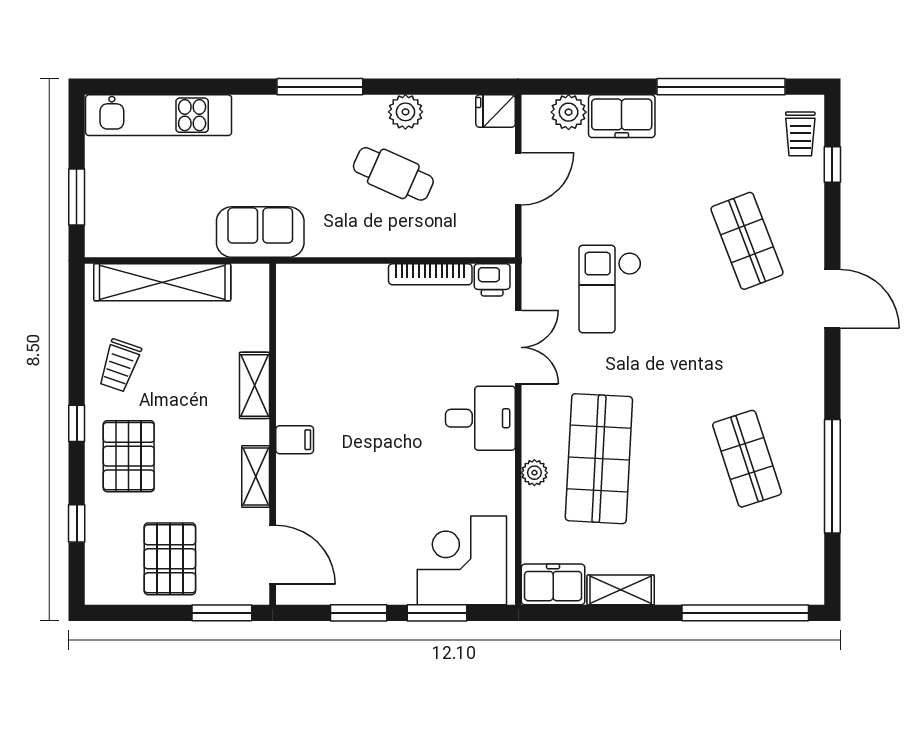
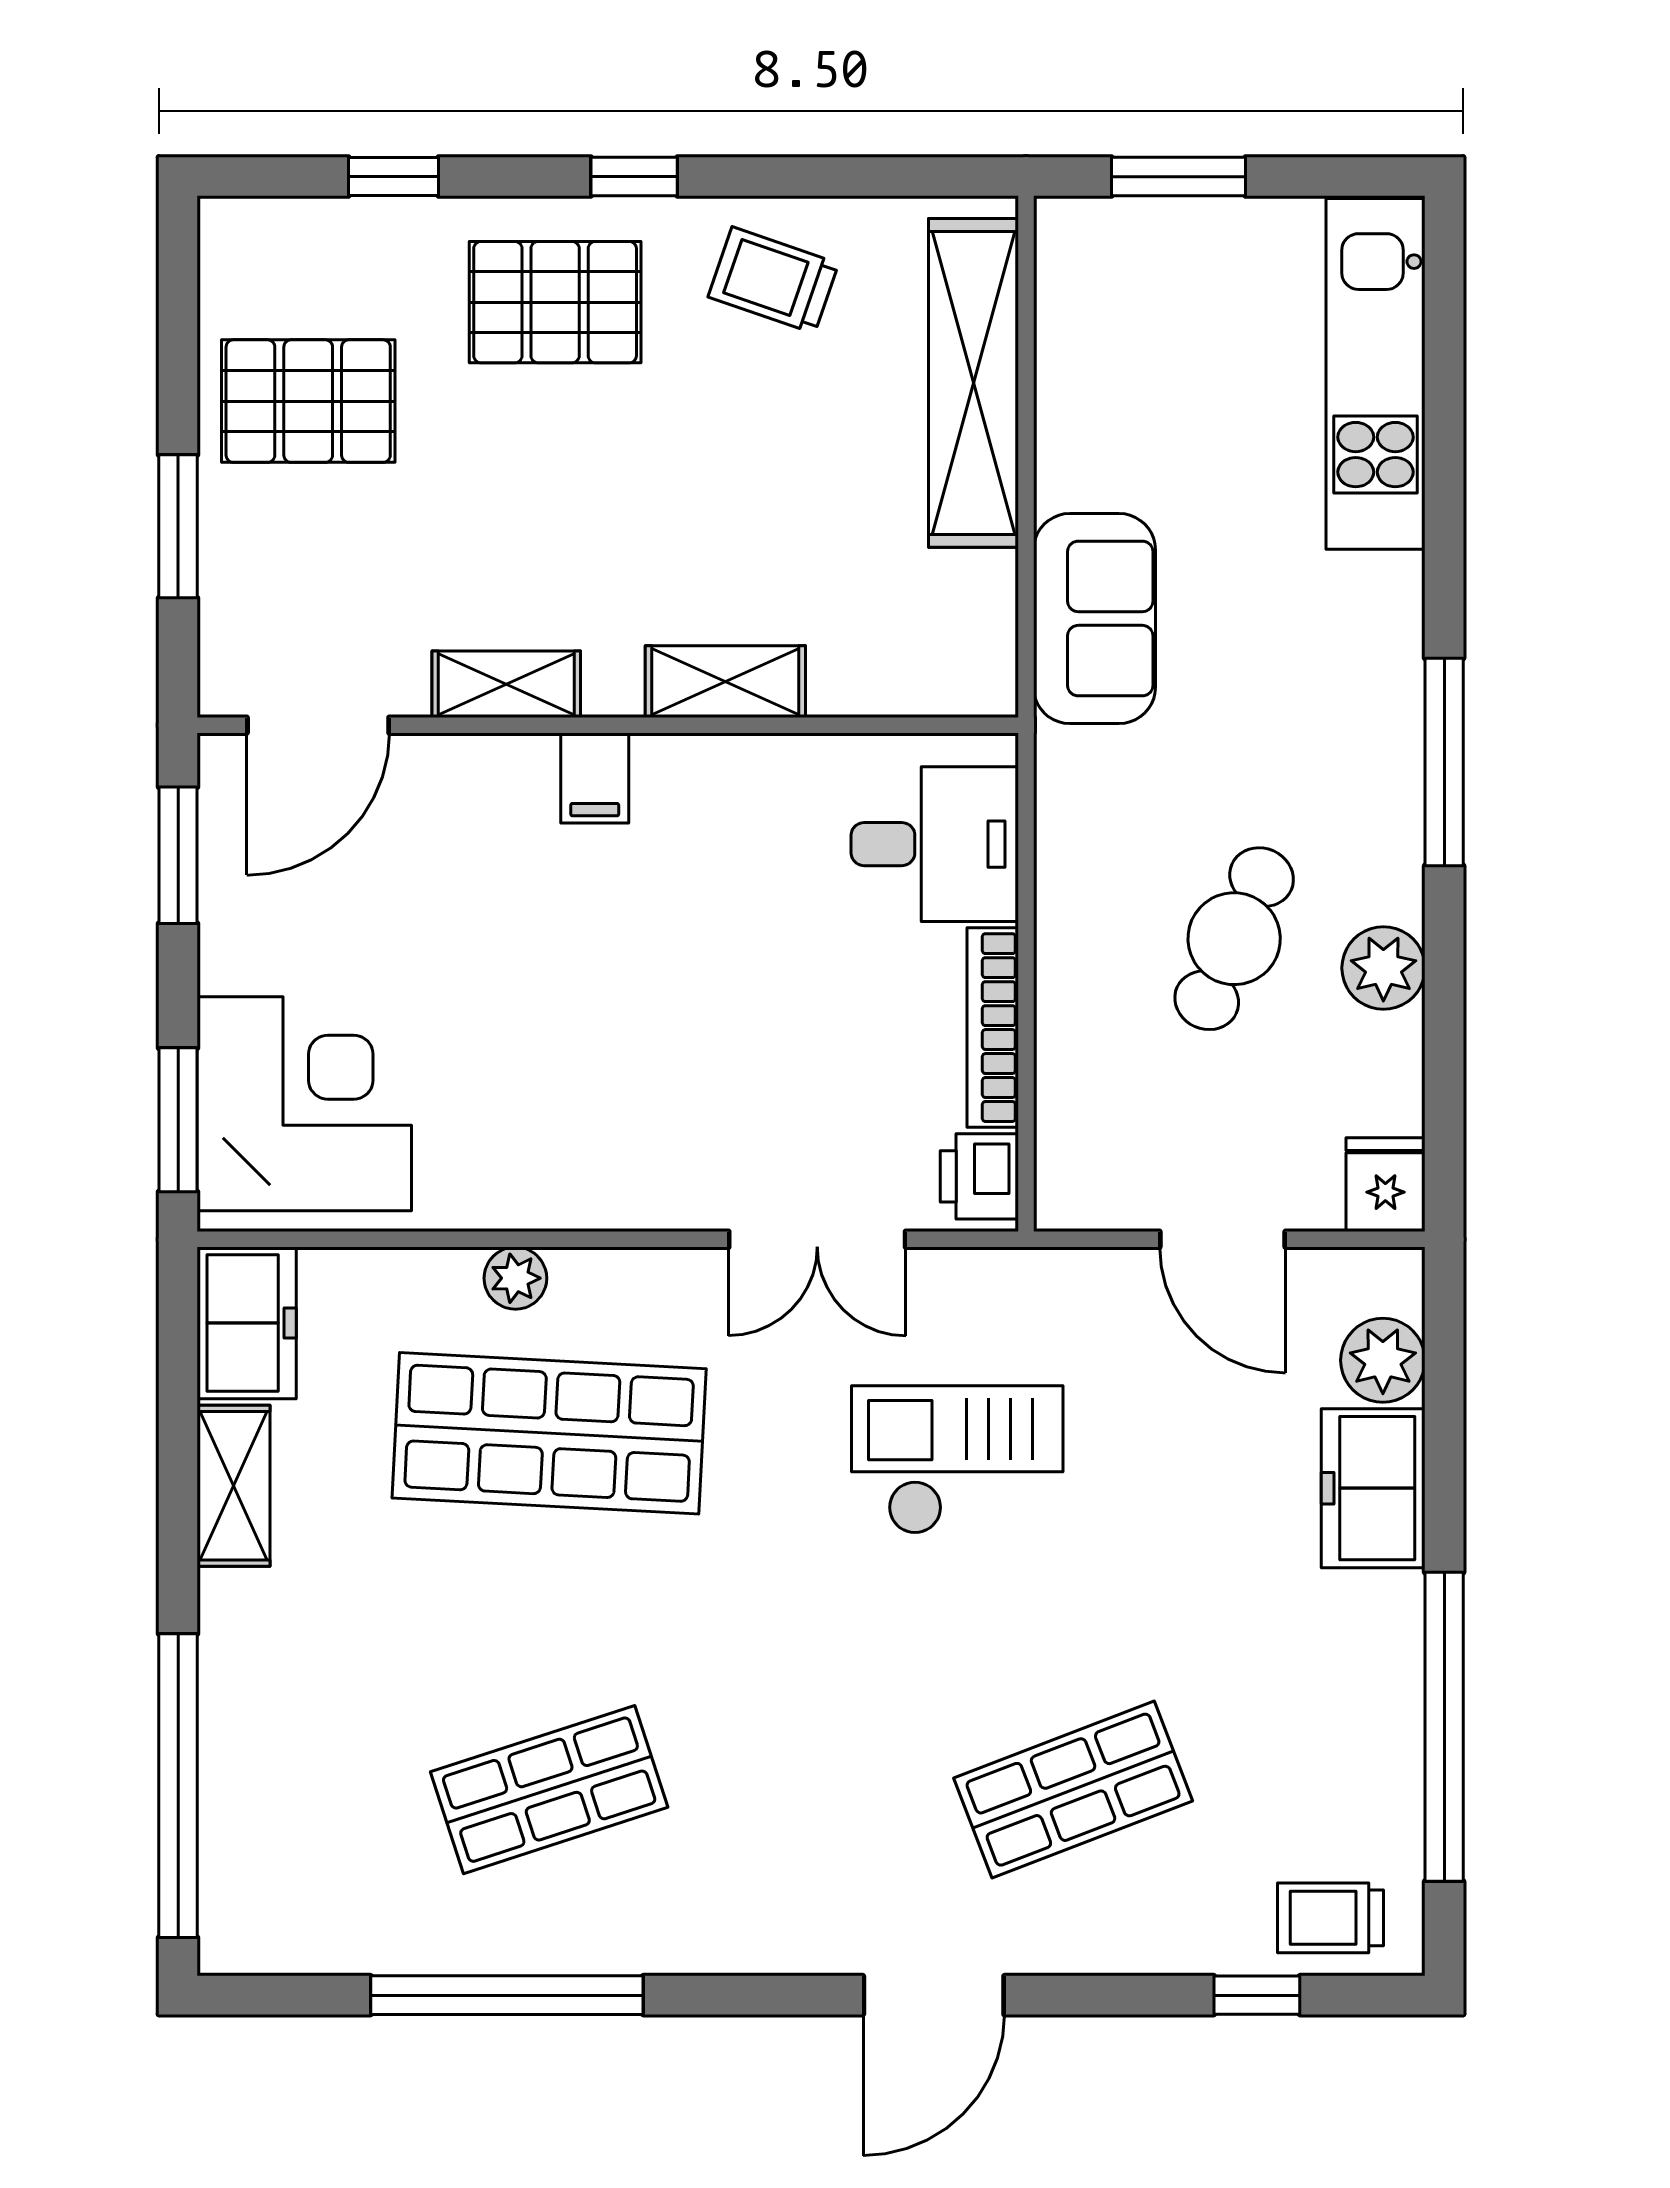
shelving: (255, 385) -> (725, 682), moved
desk: (480, 418) -> (935, 844), moved, turned -90
wall: (273, 434) -> (608, 725), moved
filing cabinet: (295, 440) -> (595, 778), moved
shelving: (256, 476) -> (506, 684), moved
door: (273, 555) -> (318, 725), moved
window: (437, 613) -> (178, 1120), moved

